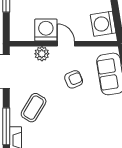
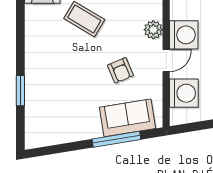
washing machine: (103, 24) -> (184, 93), moved, turned 99

